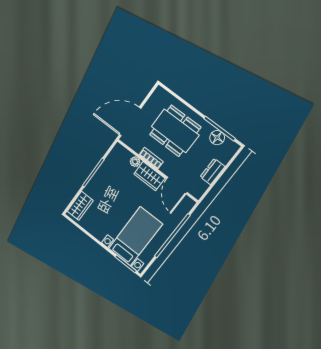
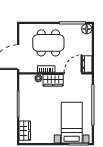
floor lamp: (217, 138) -> (87, 29), moved
dresser: (212, 172) -> (87, 64), moved
door: (177, 186) -> (73, 73), swing flipped

